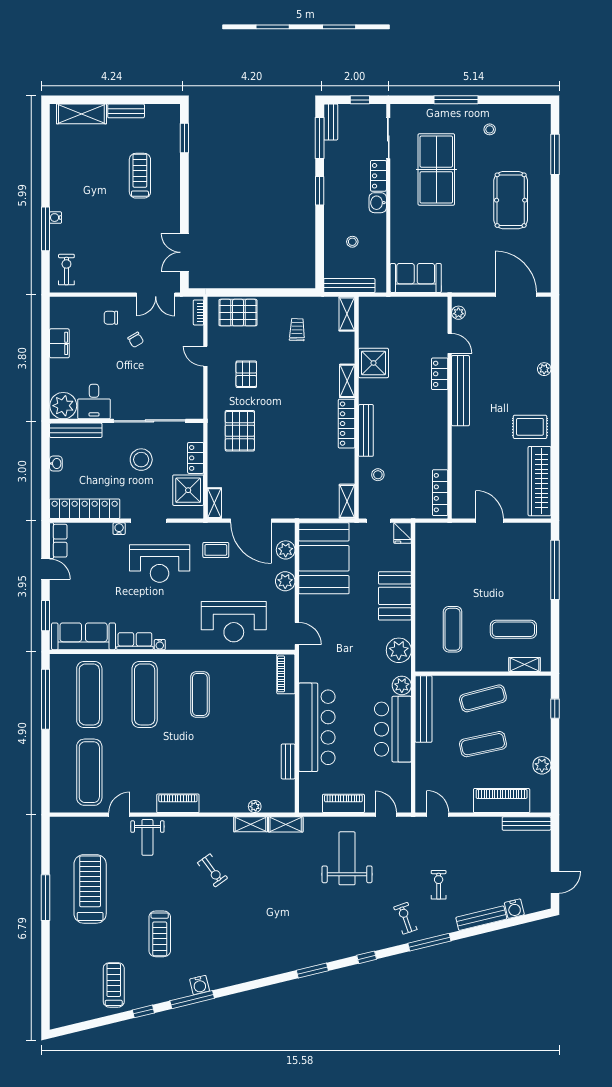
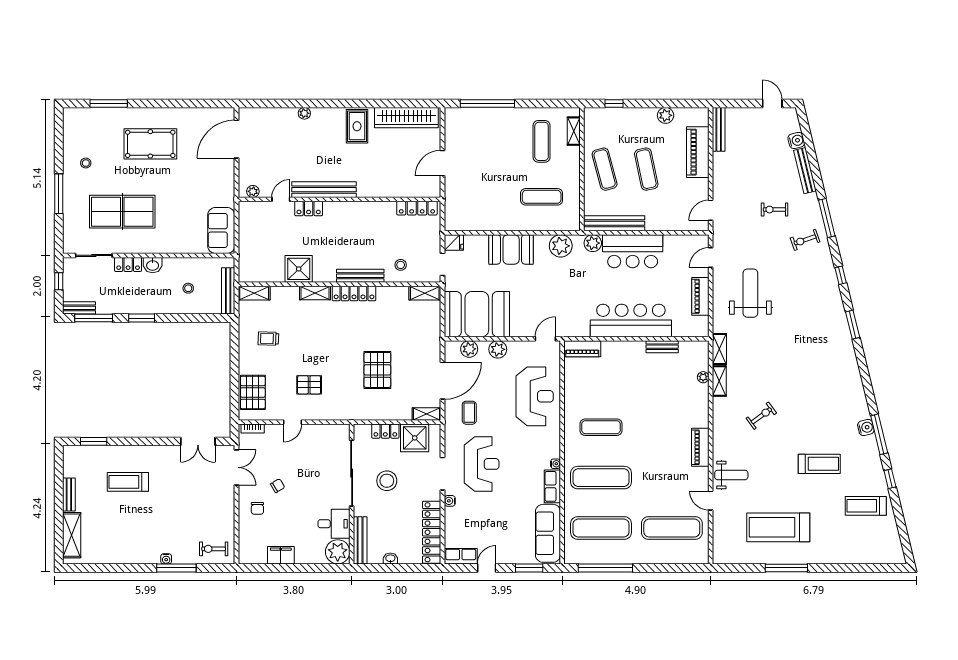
pallet: (240, 431) -> (377, 370), moved, turned 90
weight bench: (347, 858) -> (750, 293), turned 90

